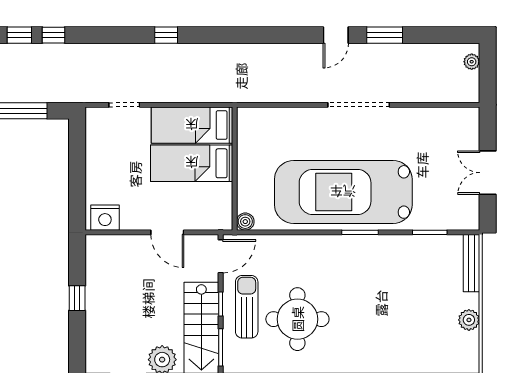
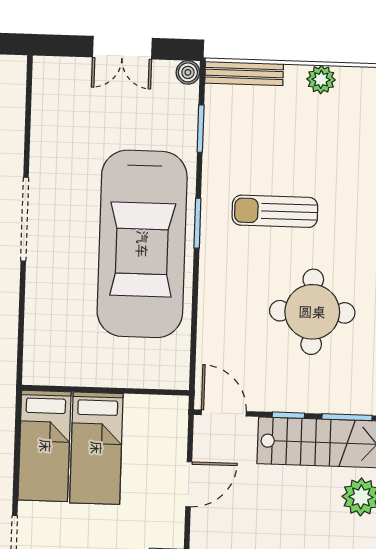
boiler: (245, 222) -> (188, 72), moved
sun lounger: (247, 307) -> (275, 211), moved

